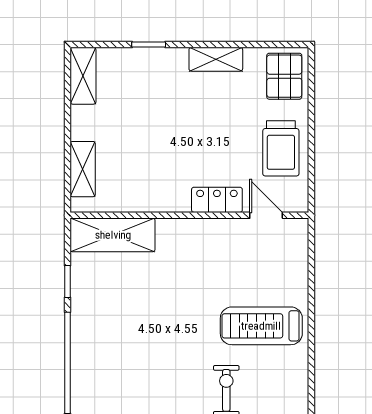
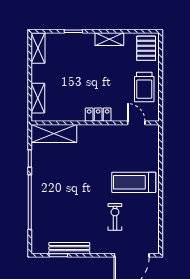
locker: (217, 200) -> (98, 115), moved

